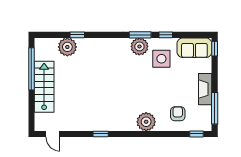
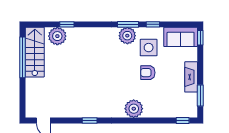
stairs: (44, 87) -> (35, 52), moved
window: (215, 108) -> (200, 96), width x0.69
armchair: (178, 114) -> (148, 73), moved, turned -90

